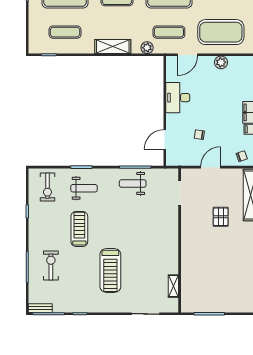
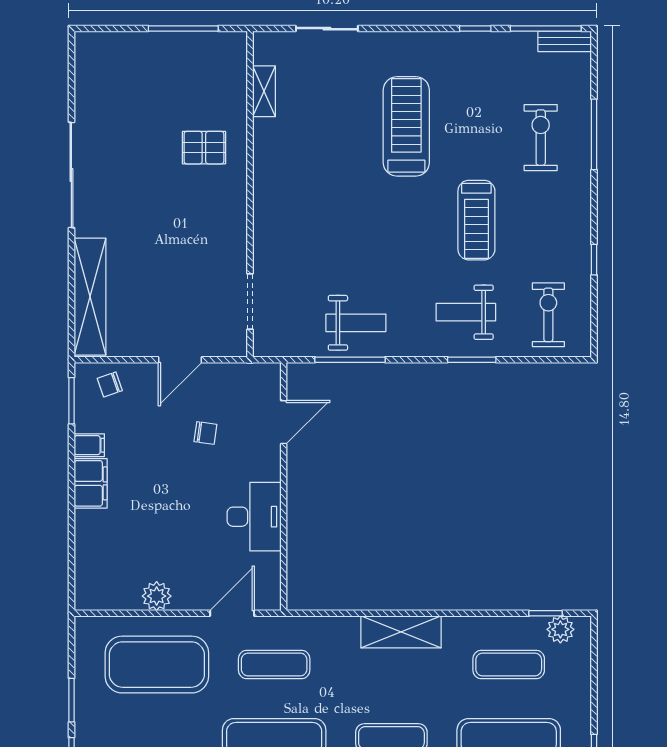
plant: (147, 48) -> (560, 629), moved
pallet: (221, 217) -> (204, 148), moved, turned 90
exercise bike: (51, 266) -> (541, 138), turned 180

